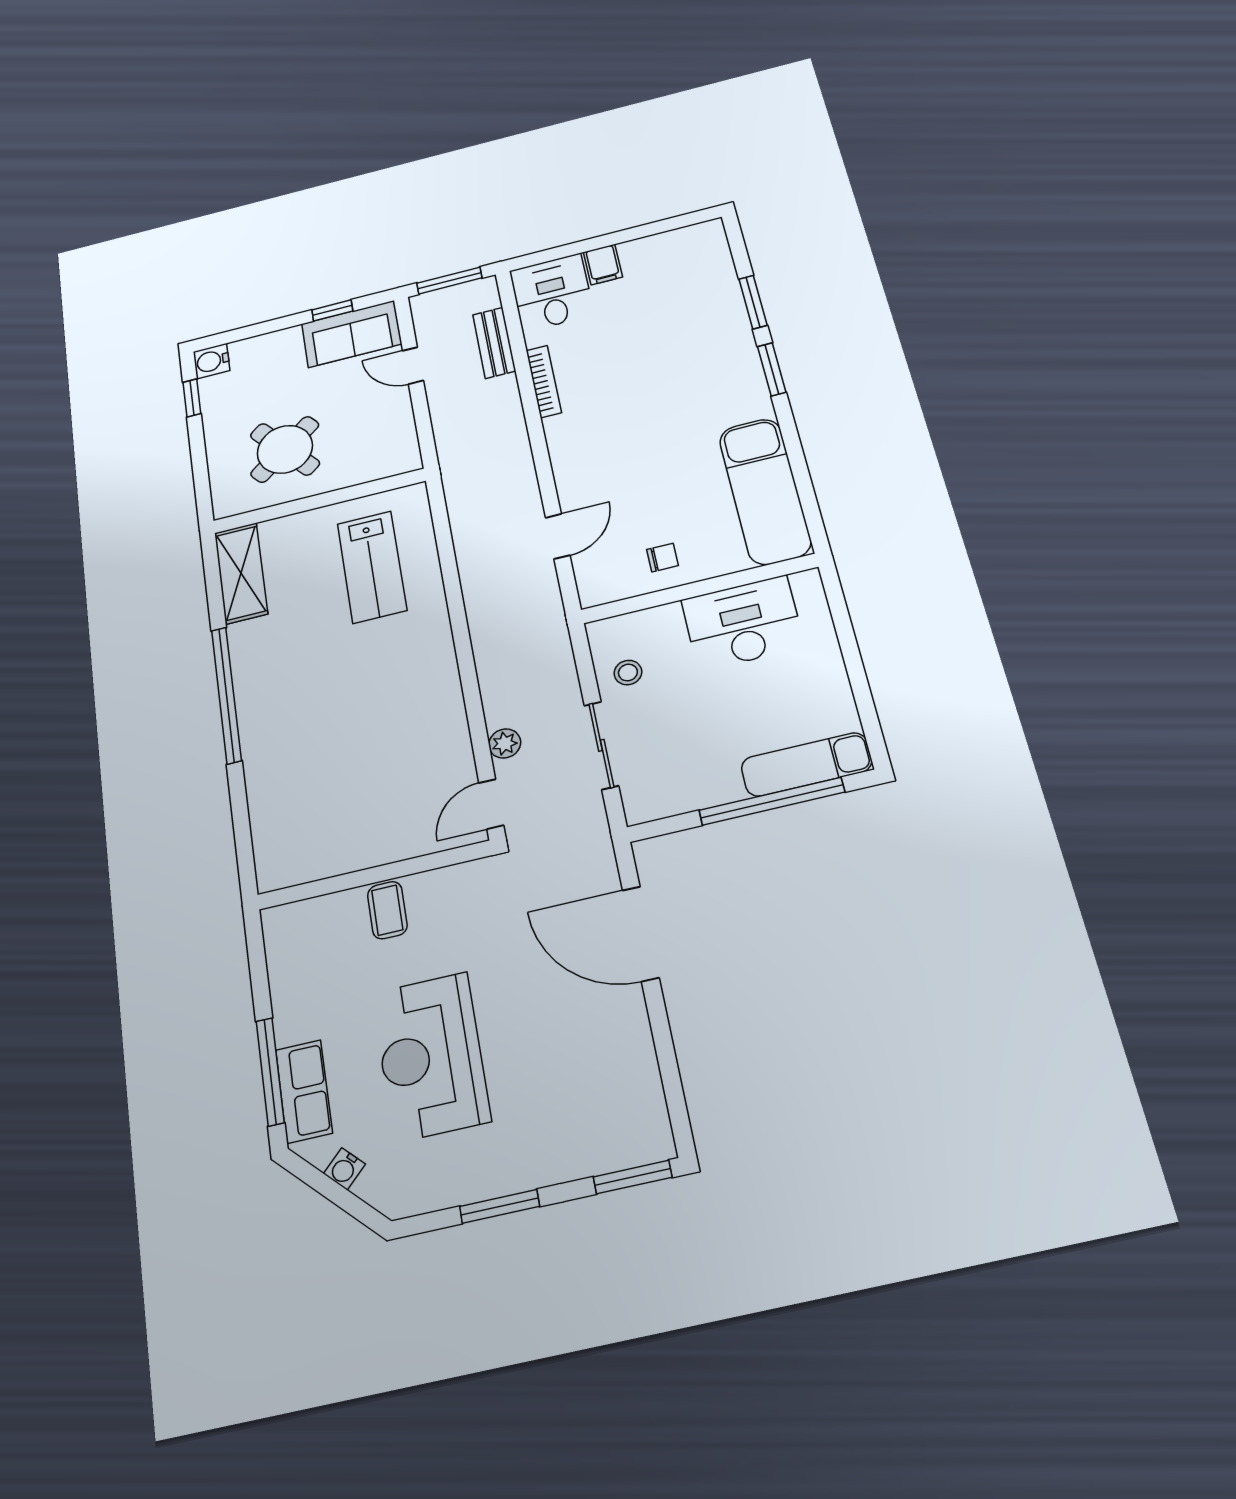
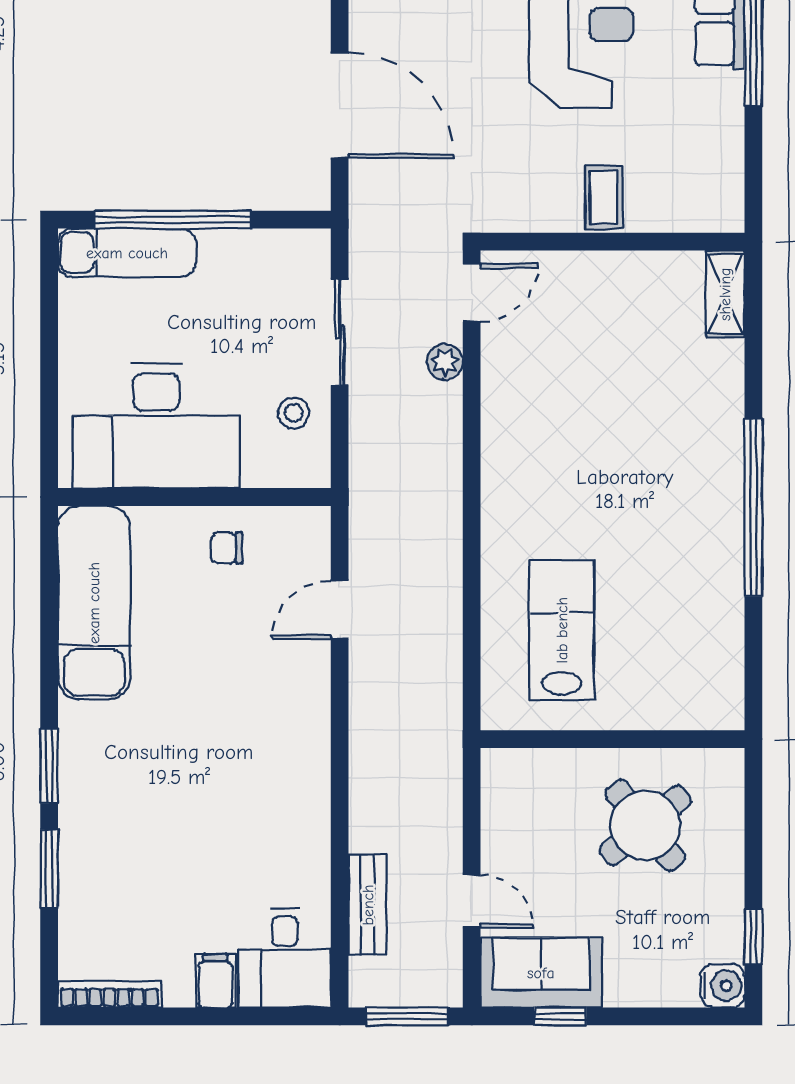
bookcase: (544, 381) -> (109, 994), moved, turned 90
shelving: (241, 573) -> (725, 294), moved, width x0.67, depth x0.75
desk: (743, 623) -> (156, 426), width x1.36, depth x1.30

